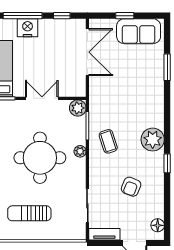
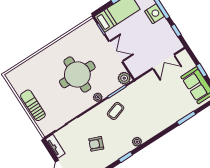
double door: (87, 52) -> (163, 62), width x0.73
plant: (153, 140) -> (137, 142), width x0.53, depth x0.53
sun lounger: (29, 213) -> (33, 105), moved

